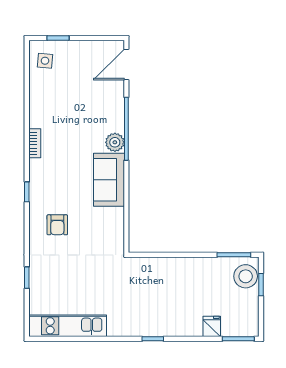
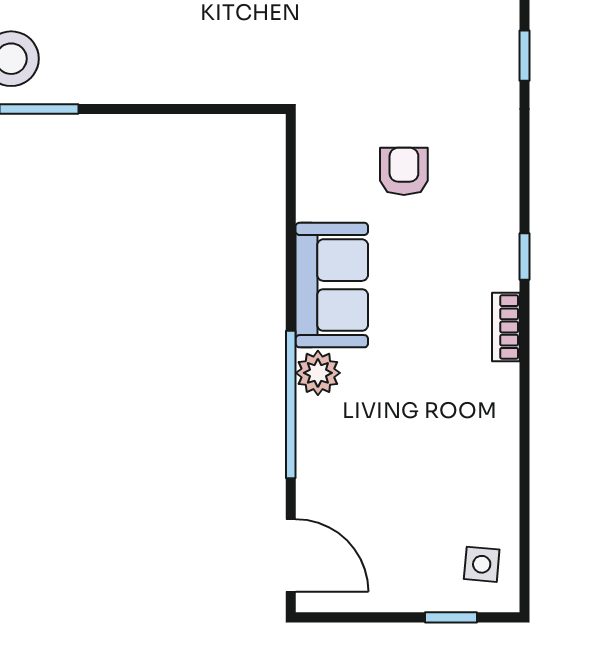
door: (126, 64) -> (291, 555), hinge flipped
bookcase: (35, 143) -> (506, 327), moved
armchair: (57, 225) -> (404, 171), moved

